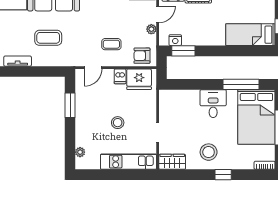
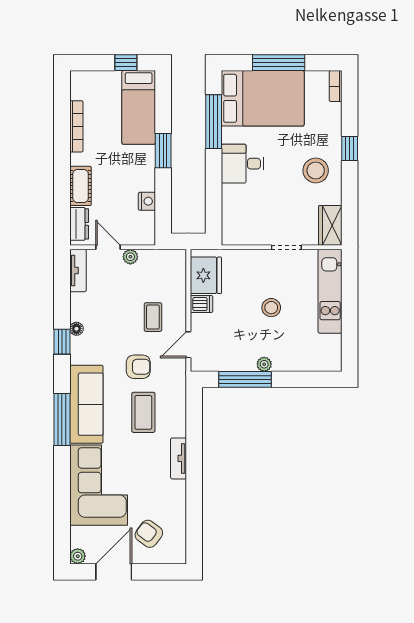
nightstand: (175, 40) -> (147, 201), moved
window: (183, 51) -> (163, 151), moved
armchair: (142, 56) -> (138, 367), moved, turned -90
door: (93, 68) -> (188, 345), swing flipped
window: (70, 105) -> (245, 379), width x1.44
plant: (80, 152) -> (264, 364), moved

